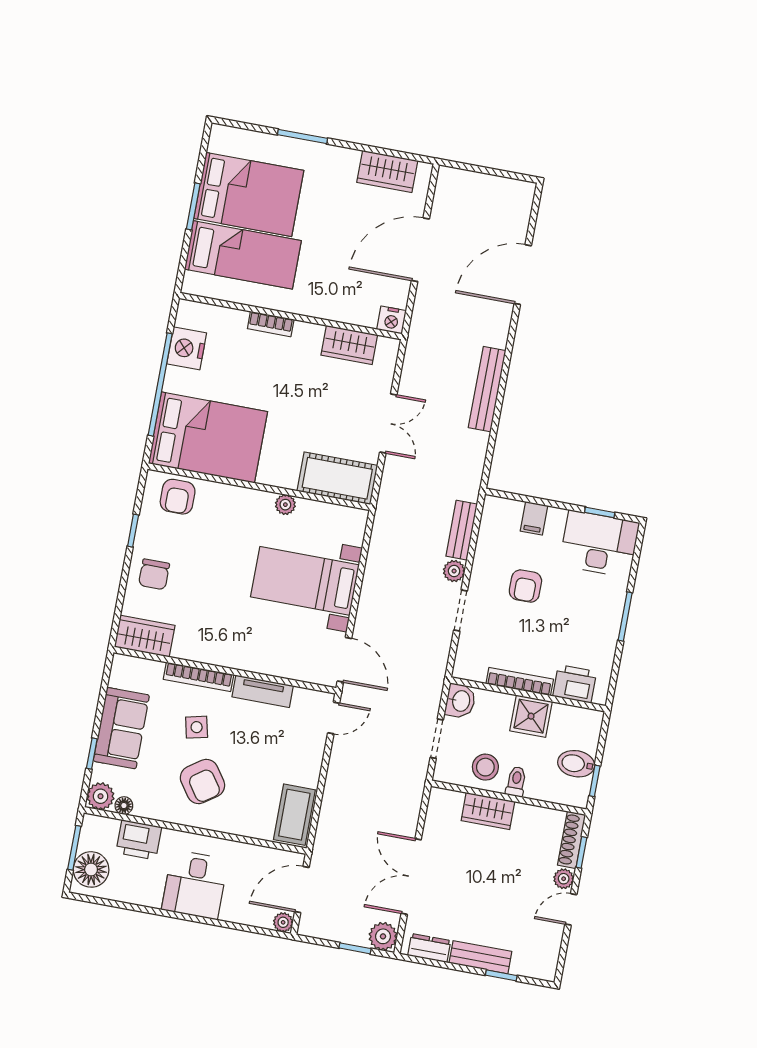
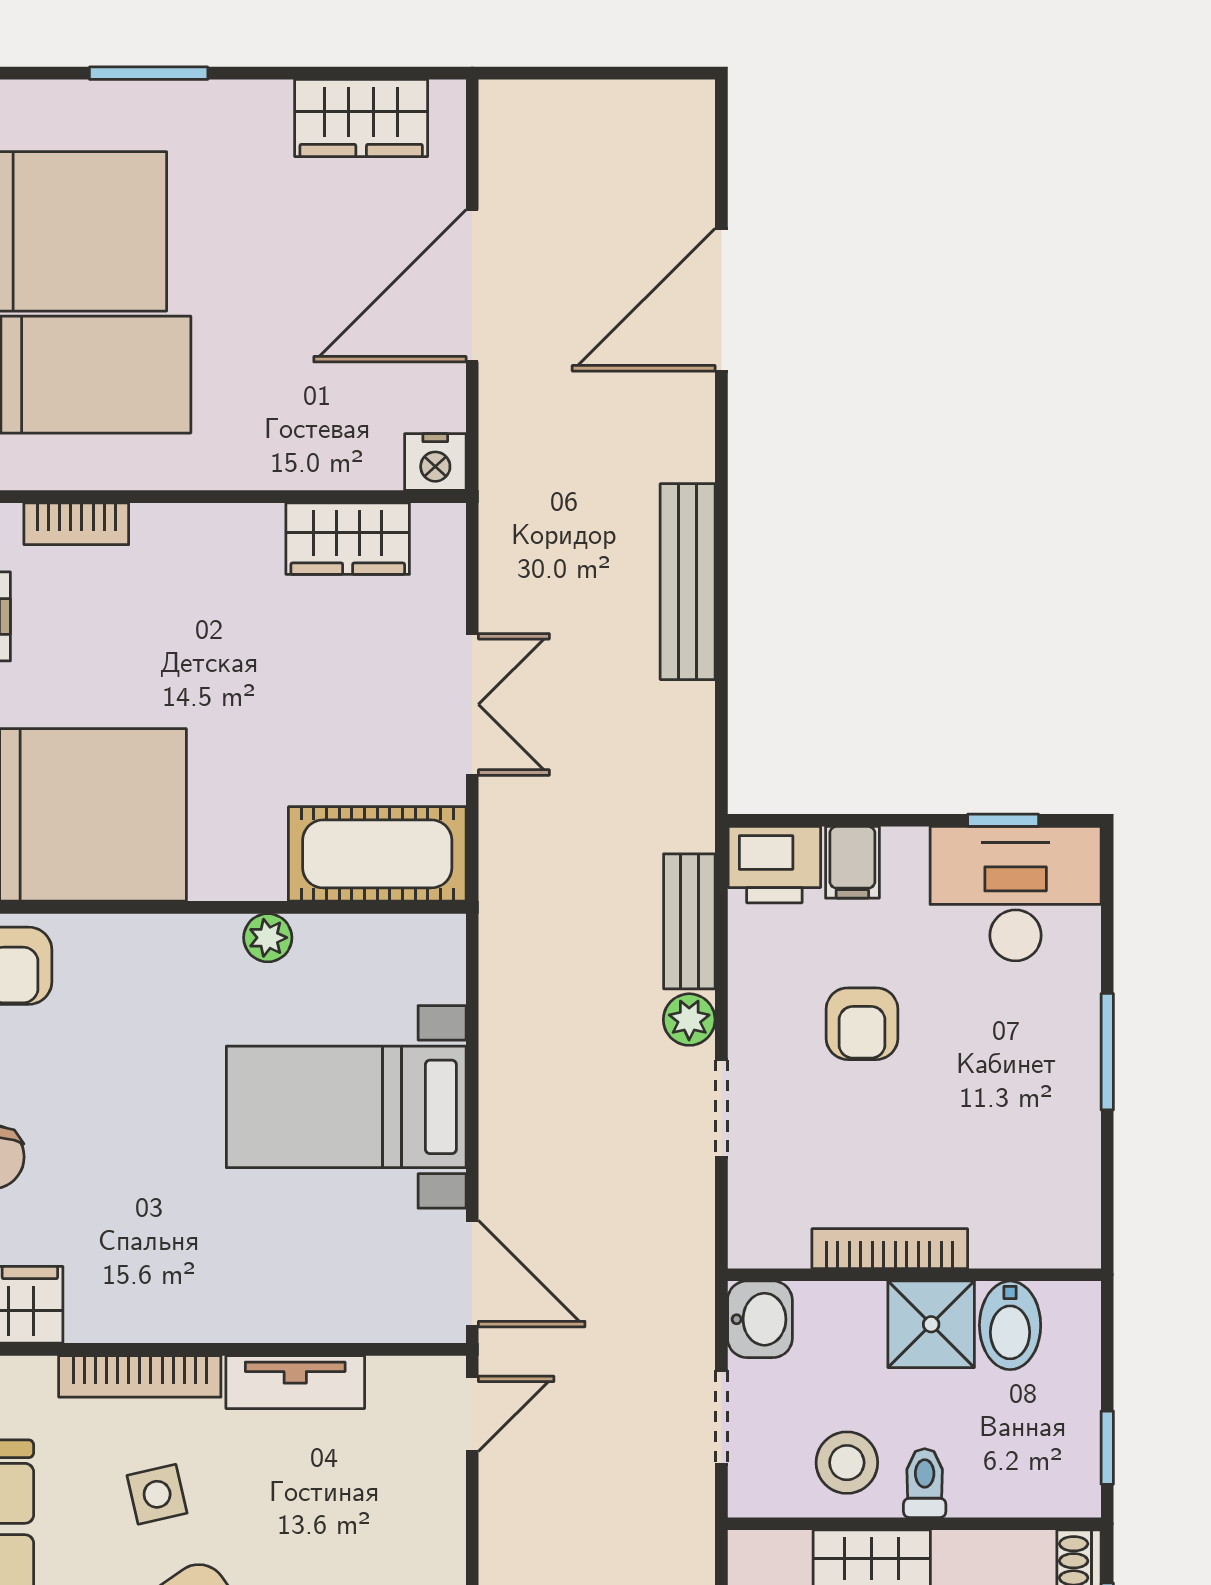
bookcase: (271, 324) -> (76, 524), moved
printer: (575, 684) -> (774, 865), moved, turned 180
bidet: (576, 764) -> (1010, 1325), moved, turned -90

